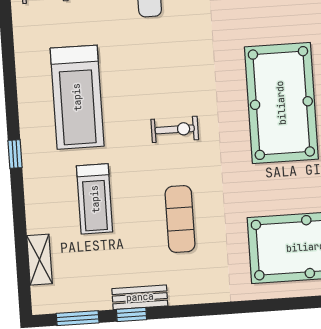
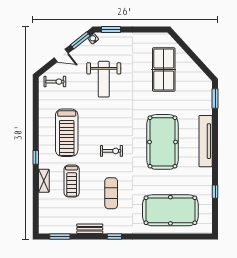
shelving: (40, 260) -> (44, 181), moved
window: (131, 314) -> (114, 236), moved

